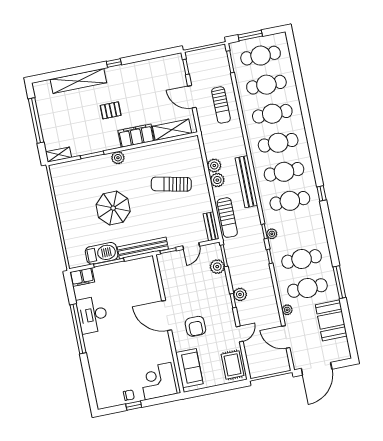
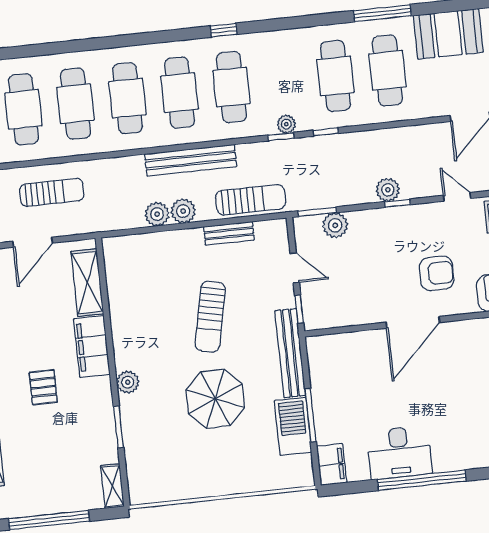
sun lounger: (171, 184) -> (210, 317), moved
bench: (211, 226) -> (229, 233), moved
plant: (287, 310) -> (423, 110), removed

